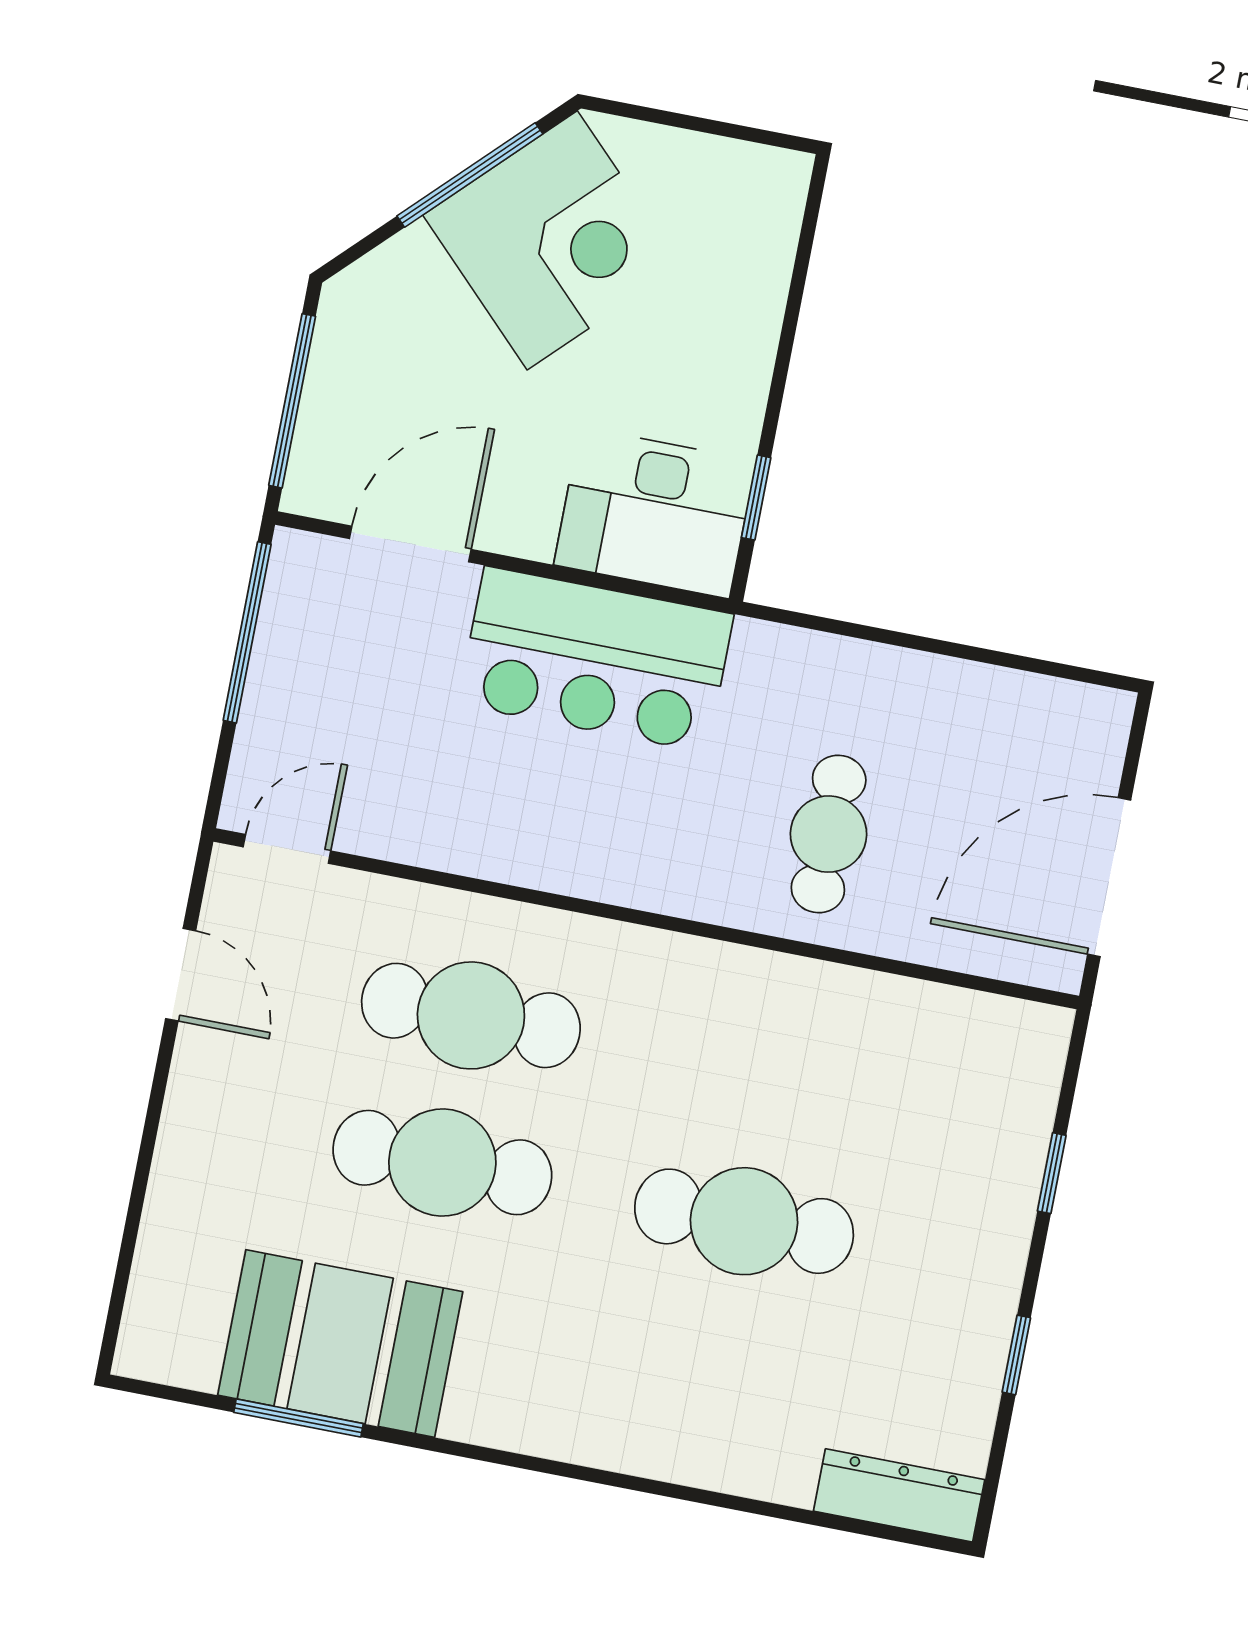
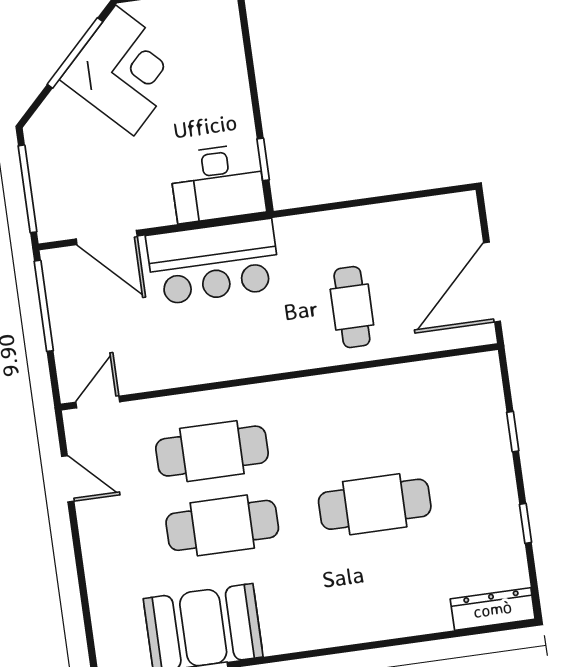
door: (410, 544) -> (107, 237), swing flipped

